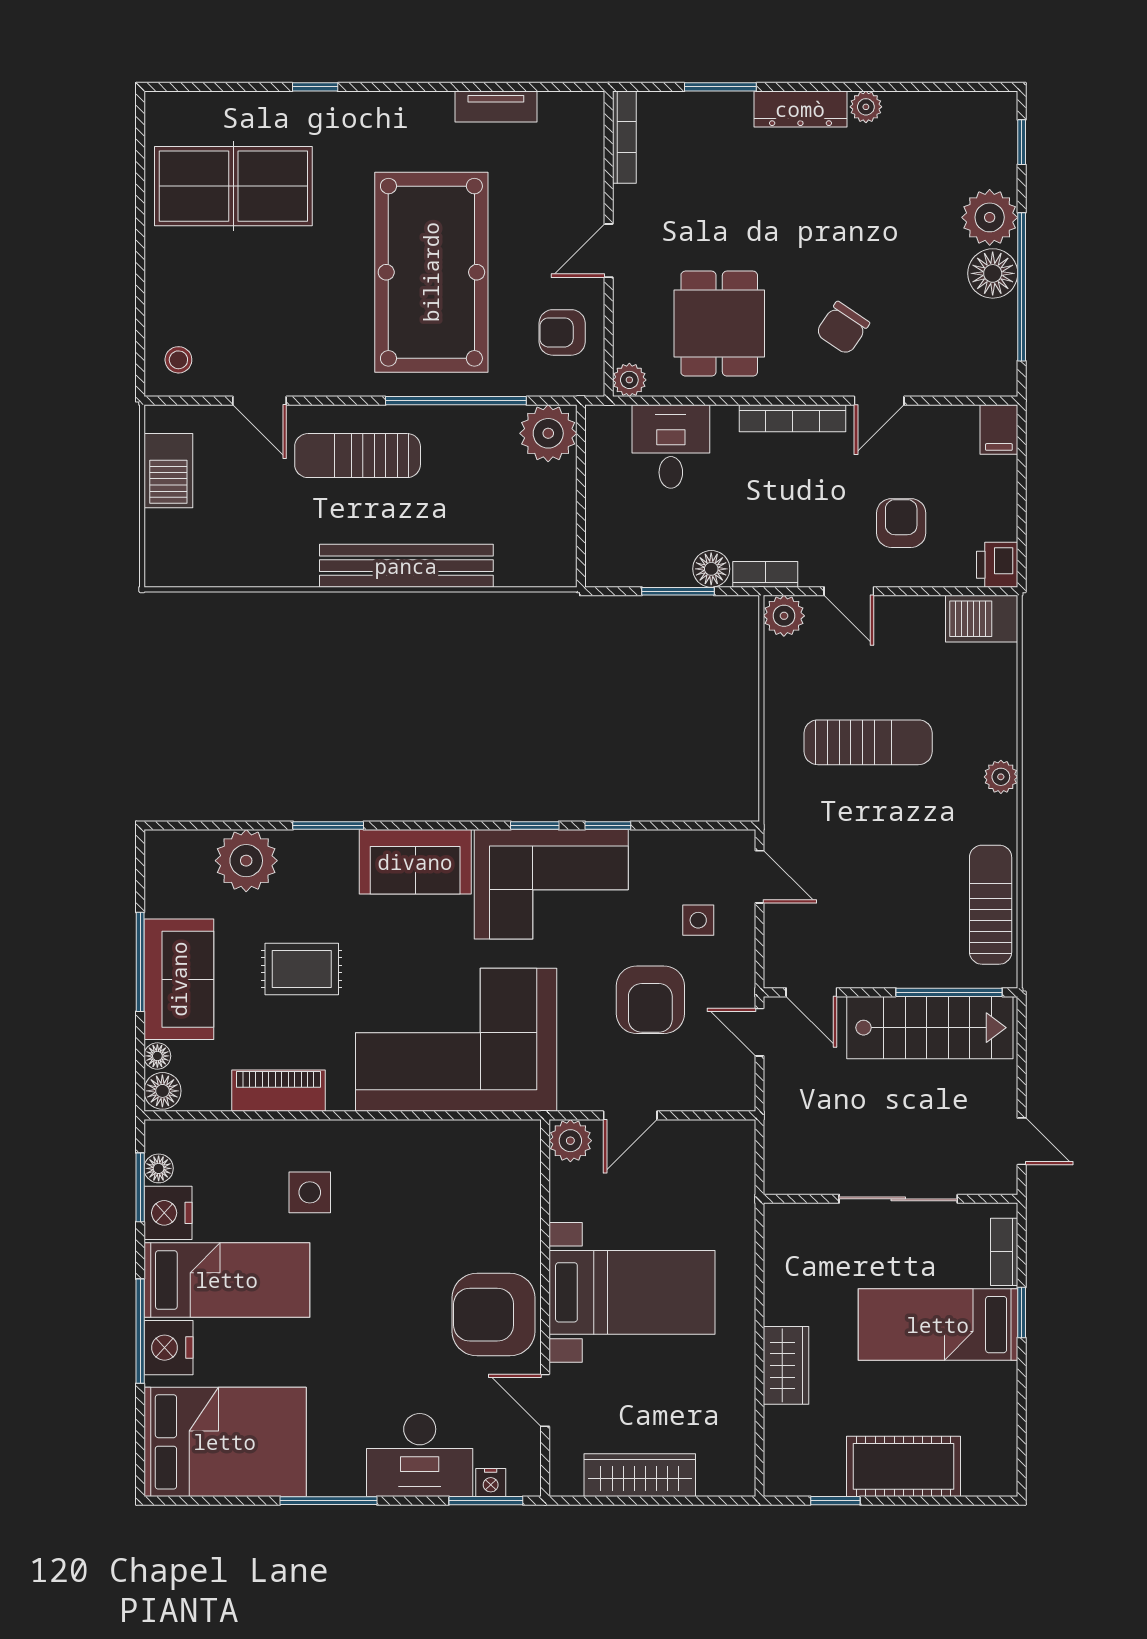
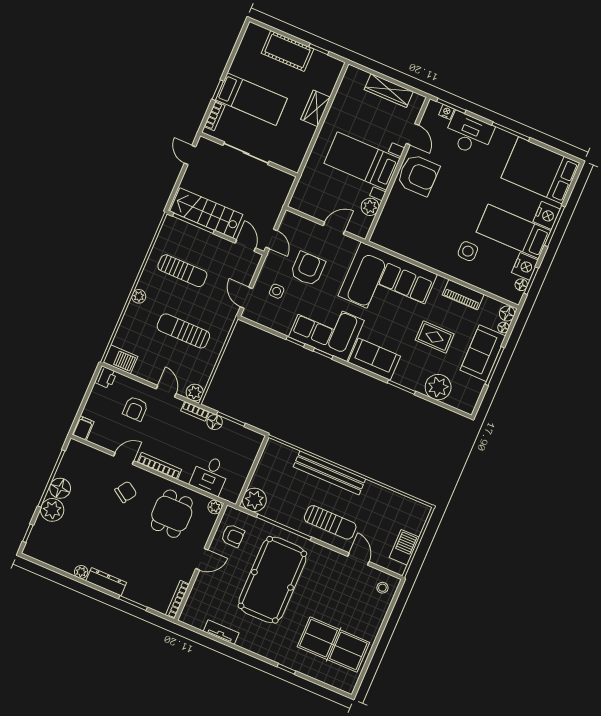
sun lounger: (991, 905) -> (182, 271), moved, turned -90
plant: (570, 1141) -> (370, 207), moved

